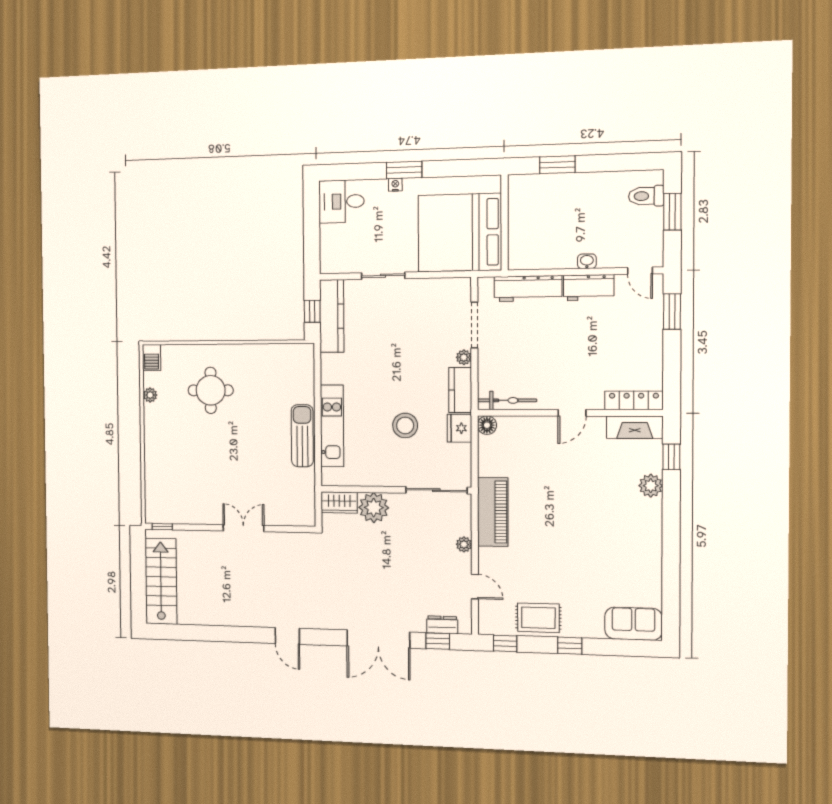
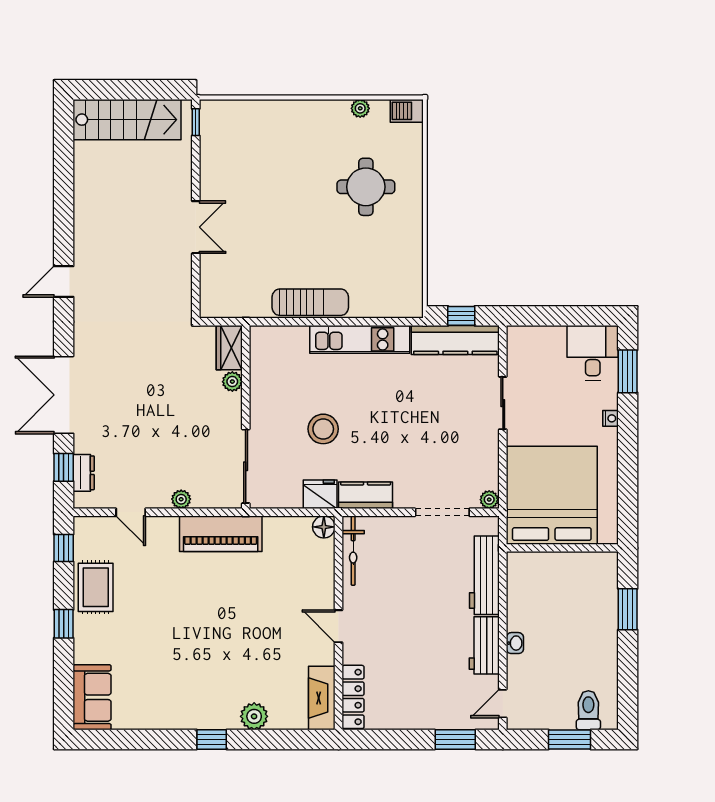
window: (404, 170) -> (628, 371), moved
plant: (464, 357) -> (489, 500), moved
kitchen unit: (332, 426) -> (360, 339), moved
window: (671, 457) -> (212, 740), moved
plant: (374, 508) -> (232, 382), width x0.53, depth x0.53
door: (475, 587) -> (131, 512), hinge flipped

